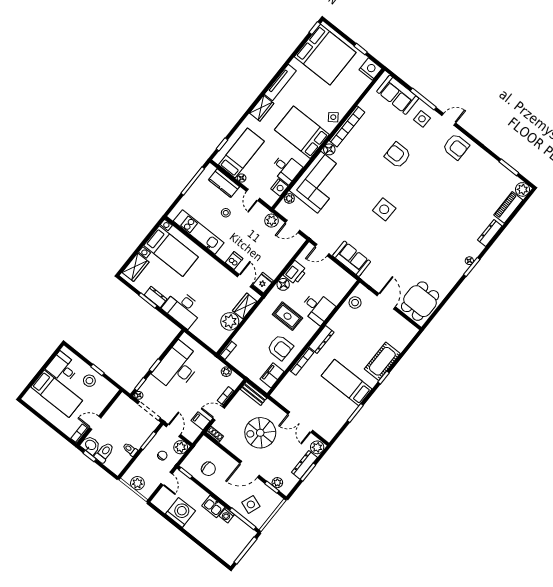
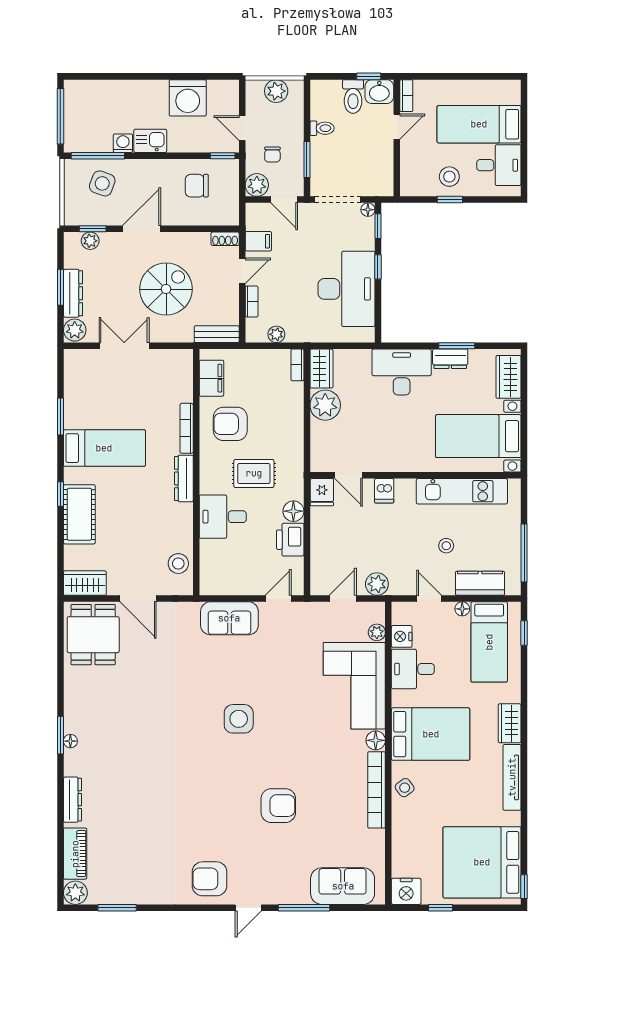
side table: (422, 119) -> (285, 880), removed
wardrobe: (245, 306) -> (321, 369), moved
wardrobe: (405, 328) -> (85, 583), added

